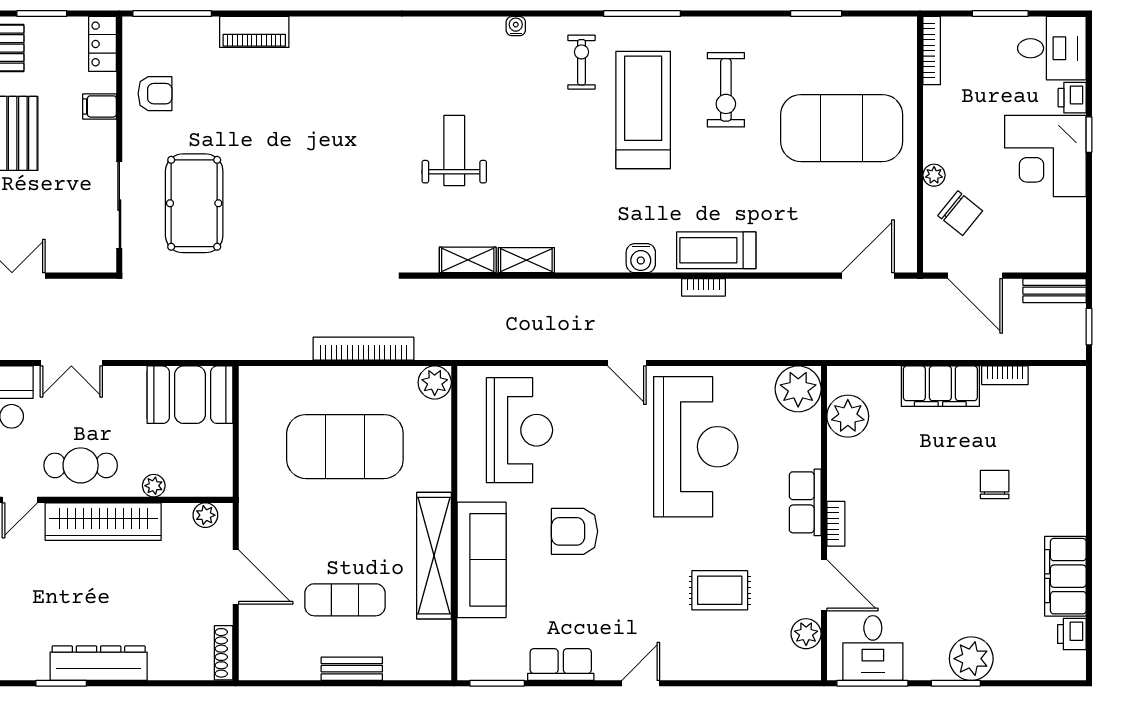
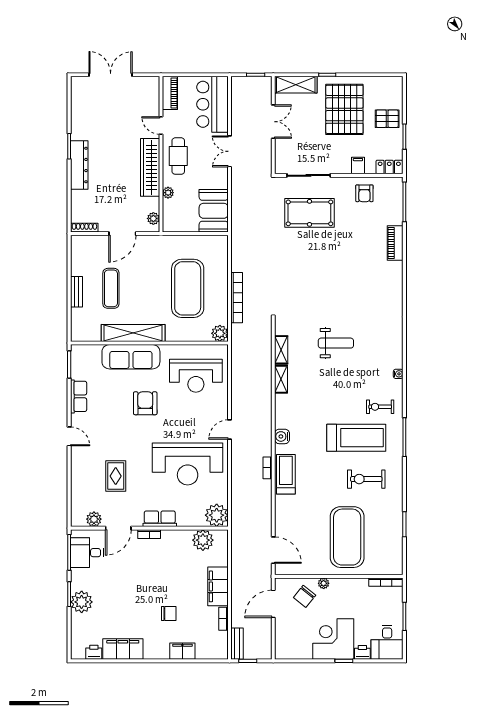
exercise bike: (581, 62) -> (380, 407), turned 180
bench: (1054, 291) -> (237, 644), moved
filing cabinet: (1069, 457) -> (182, 651), added

